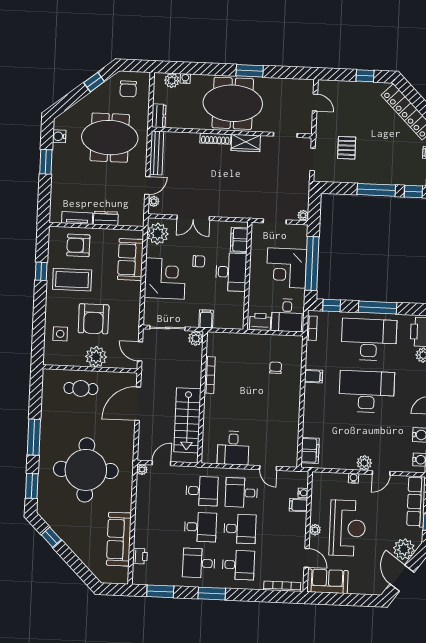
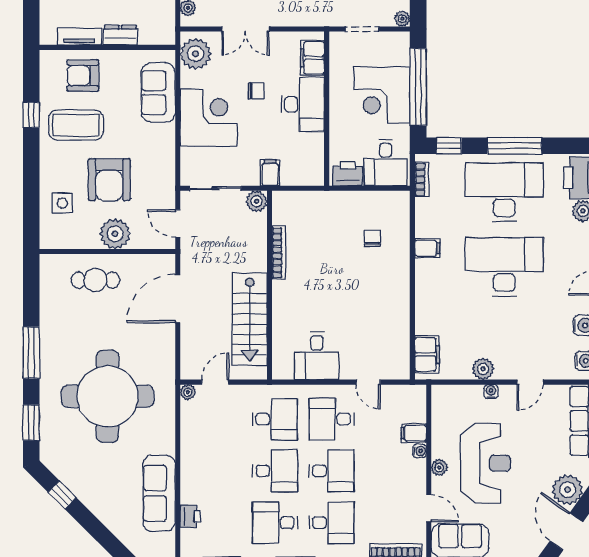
plant: (364, 463) -> (483, 369), moved
water cooler: (303, 493) -> (420, 451), moved

